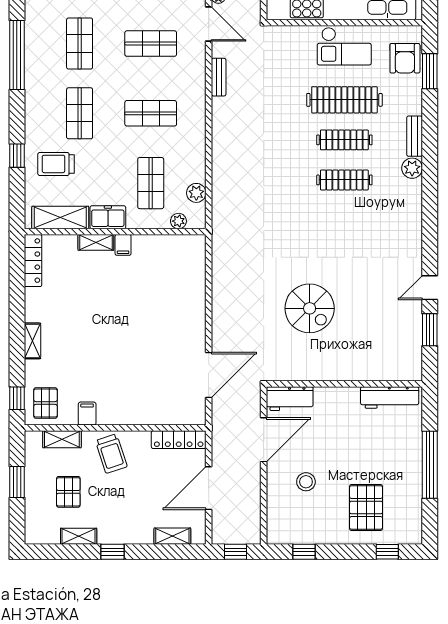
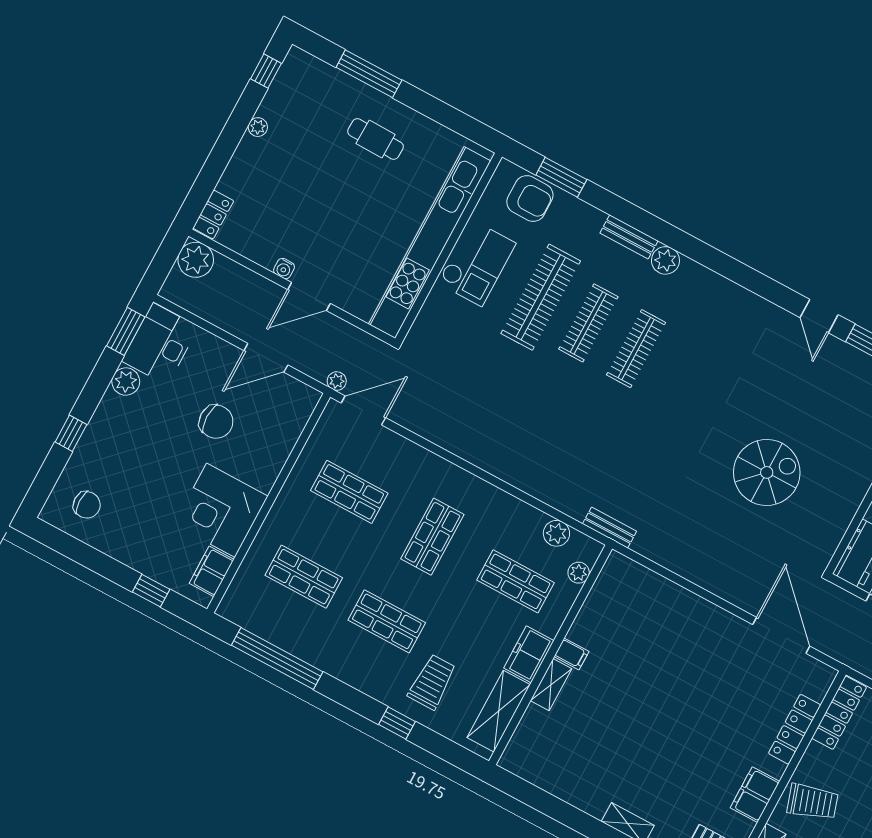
shop shelf: (151, 44) -> (349, 492), turned 90
bench: (219, 77) -> (610, 528), moved
trolley: (56, 164) -> (432, 682), turned 180
locker: (33, 261) -> (795, 729), moved, turned -90
filing cabinet: (87, 414) -> (755, 795), width x2.00

